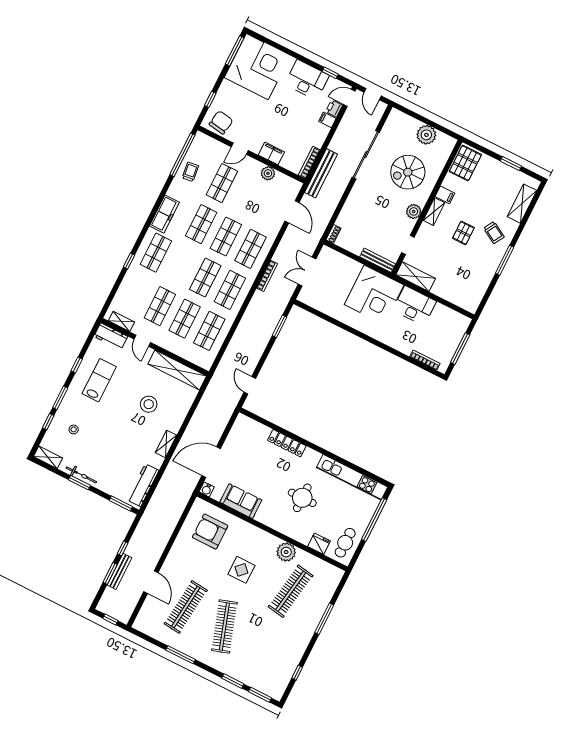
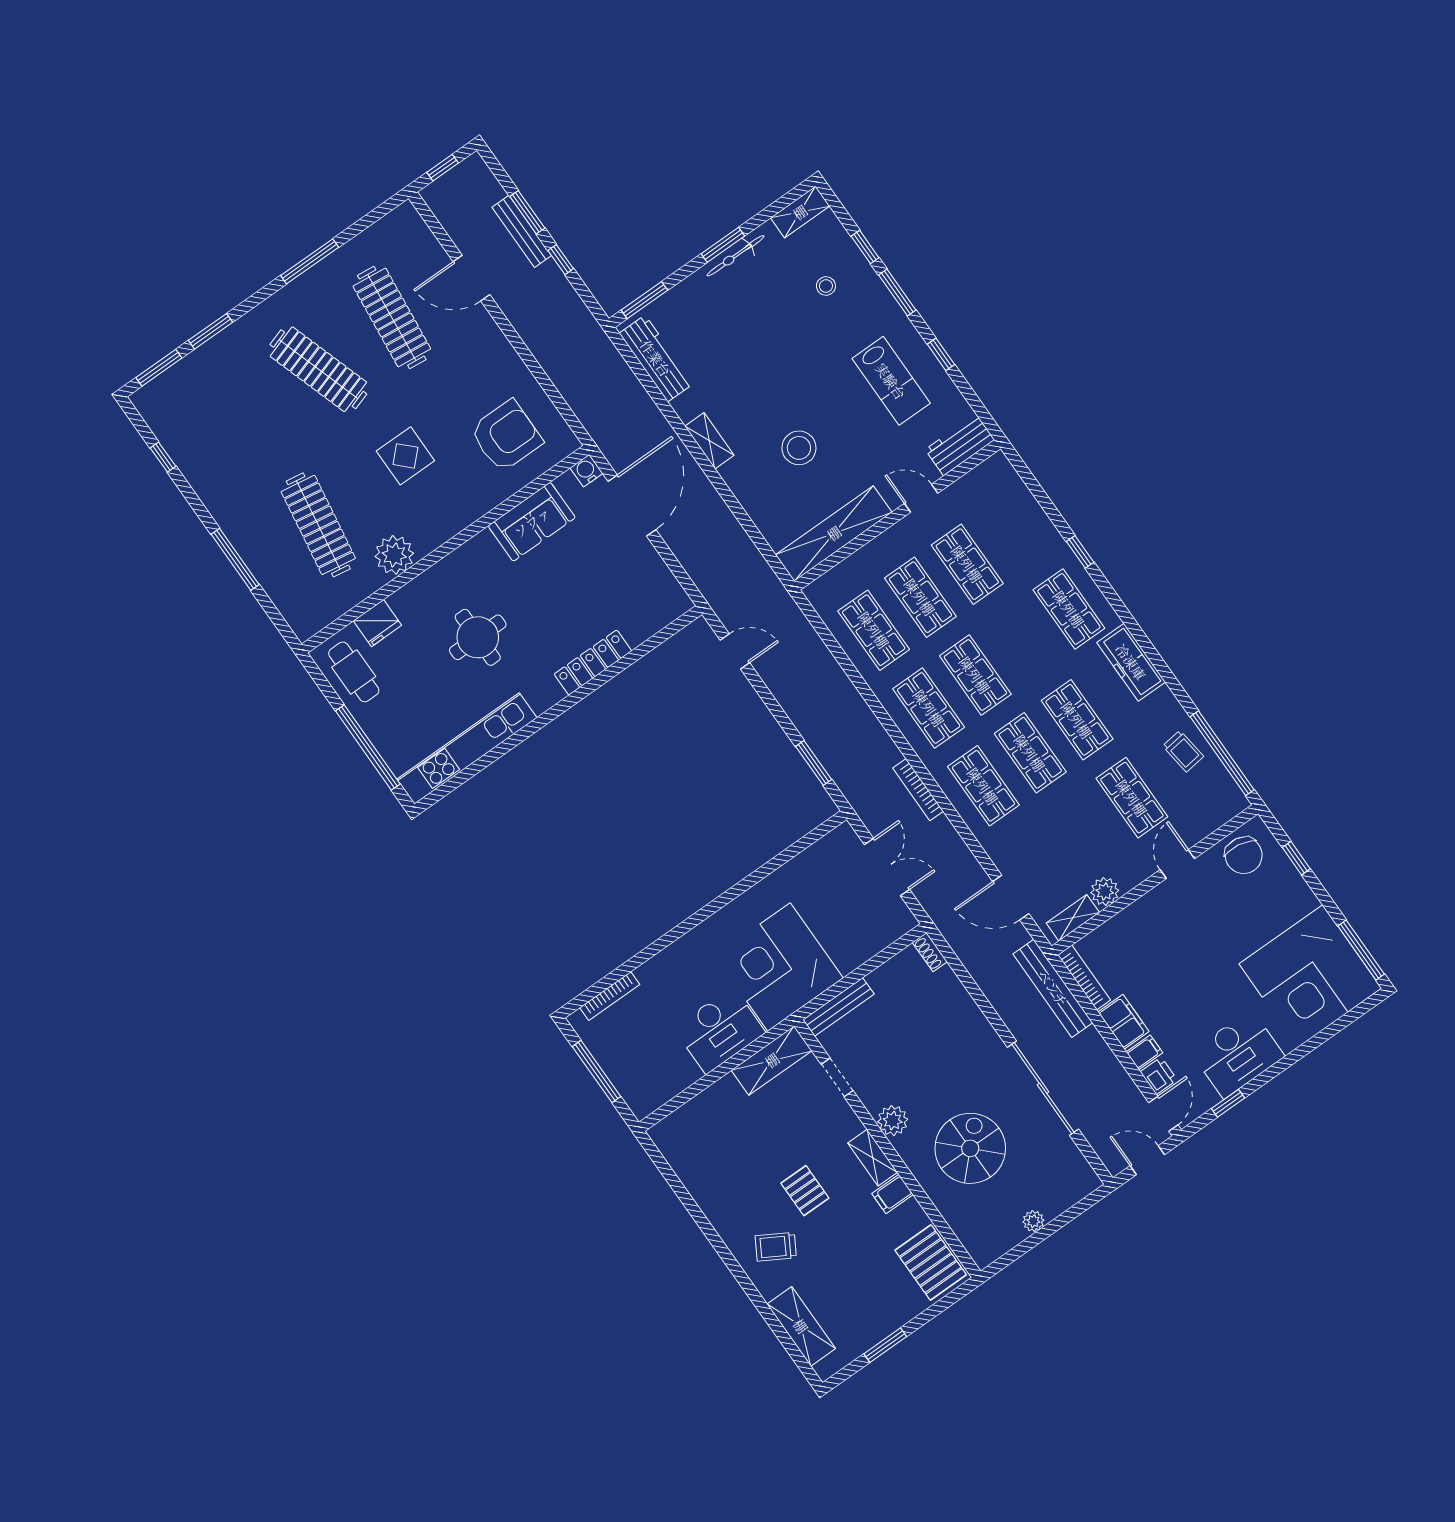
plant: (426, 135) -> (1033, 1221), width x0.53, depth x0.53
filing cabinet: (271, 153) -> (1123, 1022), moved, turned -90
window: (505, 260) -> (715, 1239), removed
shelving: (121, 321) -> (1073, 918), moved

